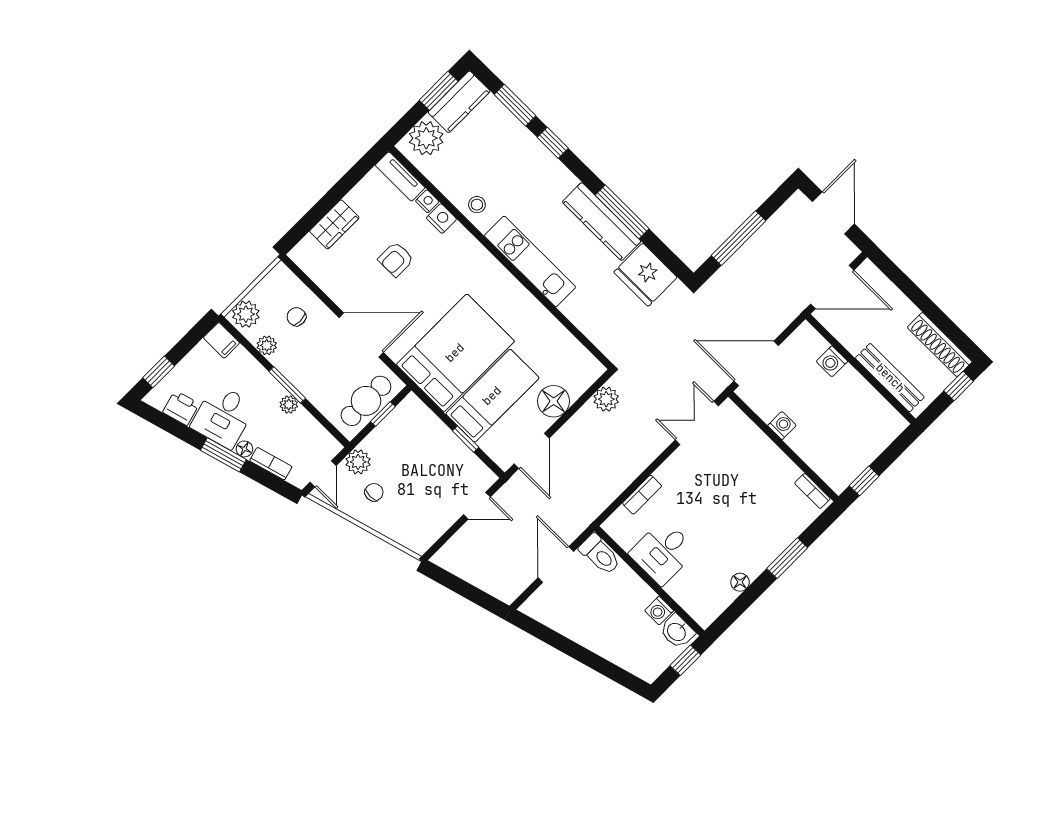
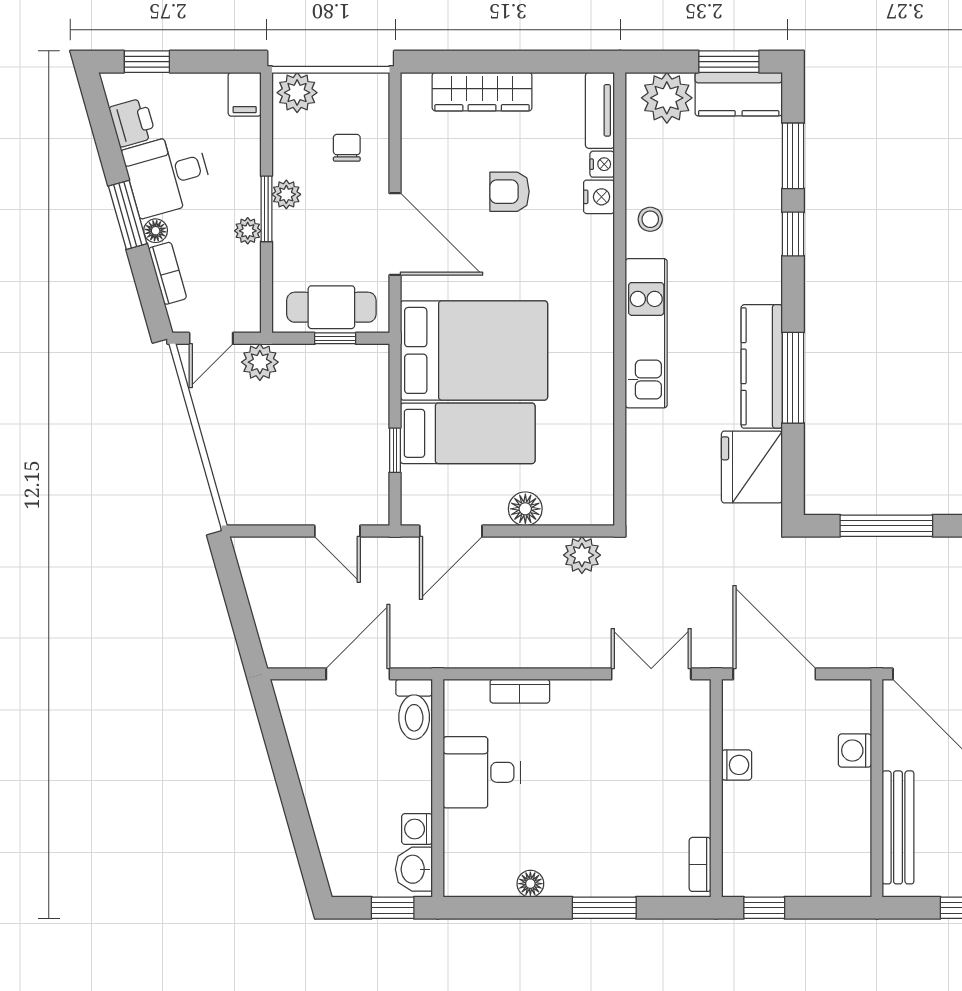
wardrobe: (334, 224) -> (482, 92), width x1.50
plant: (267, 345) -> (286, 194), moved
floor lamp: (554, 401) -> (525, 509), width x0.73, depth x0.73
chair: (374, 492) -> (245, 410), removed

